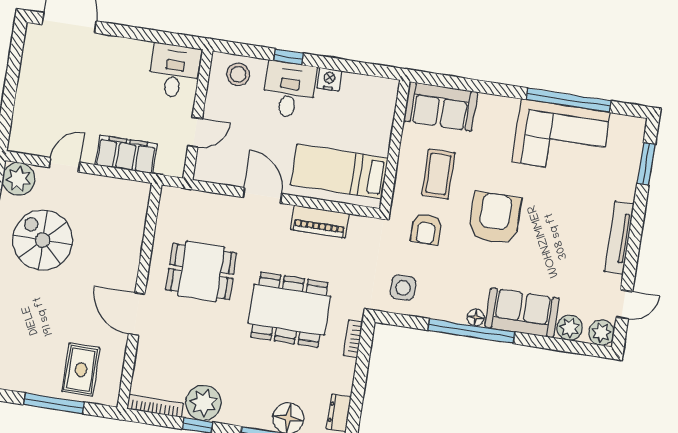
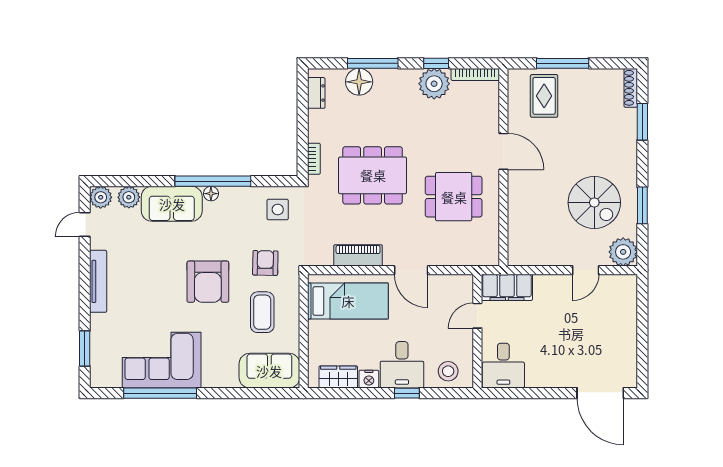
wardrobe: (364, 87) -> (338, 377), added
filing cabinet: (126, 154) -> (507, 287), moved

